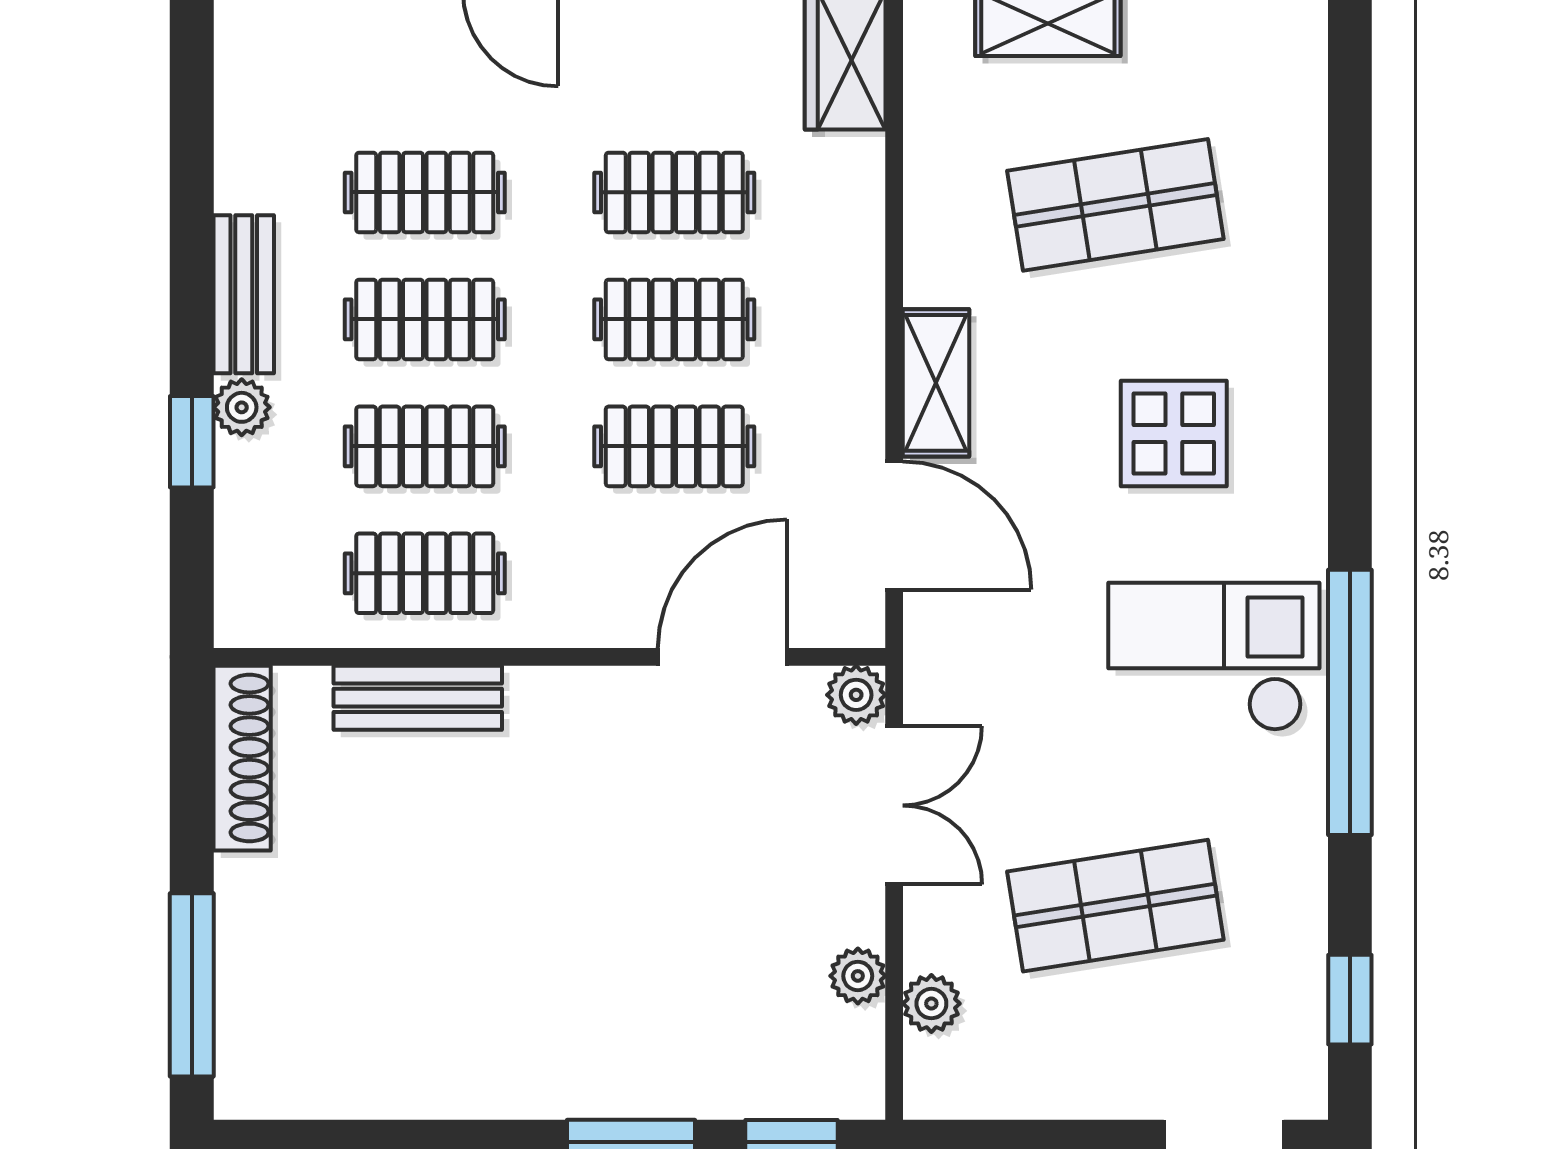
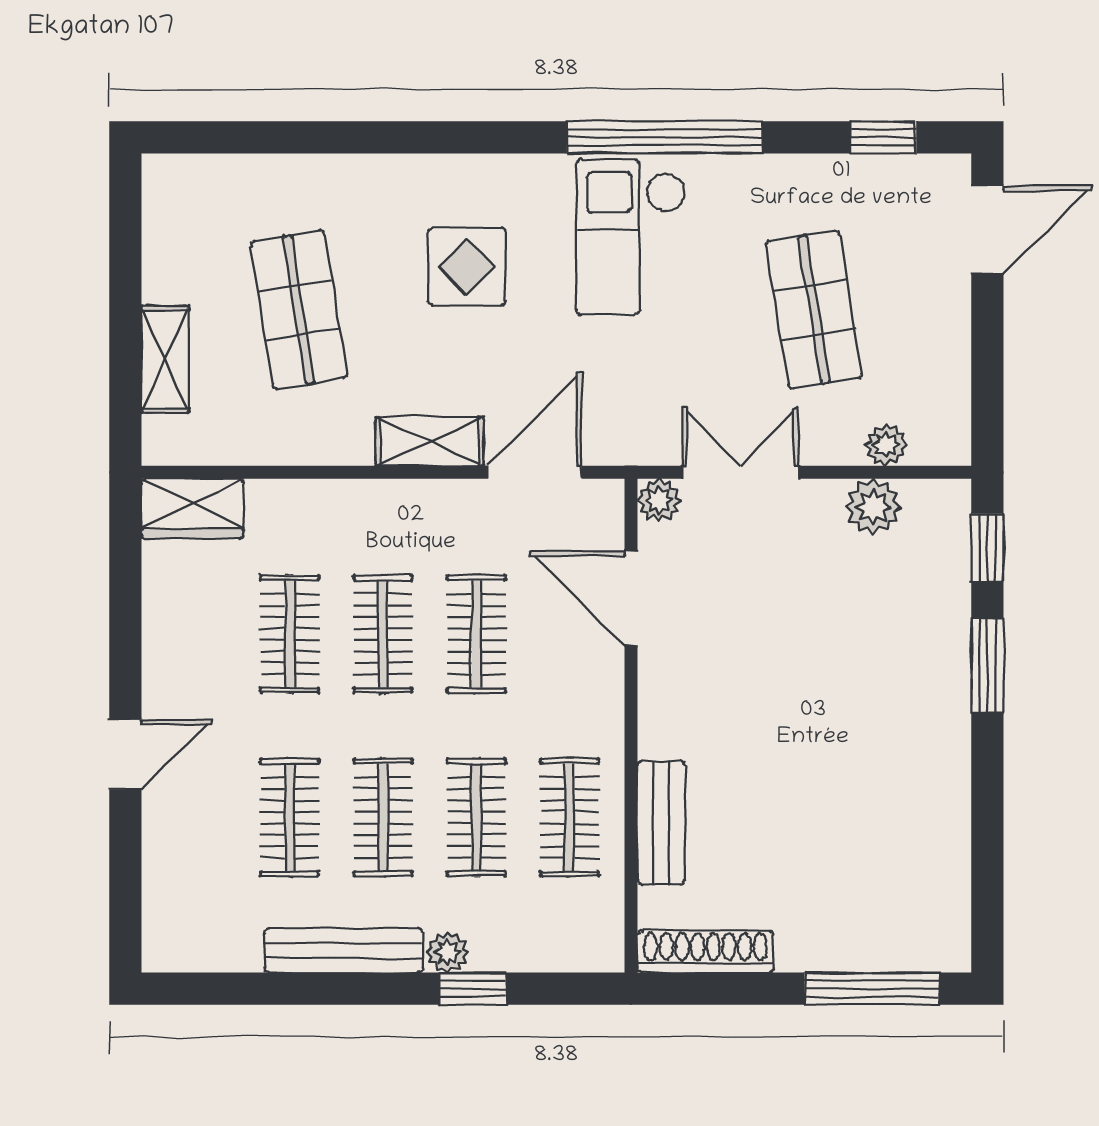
bench: (244, 294) -> (343, 951), width x1.36
plant: (858, 976) -> (873, 507), width x1.38, depth x1.38

